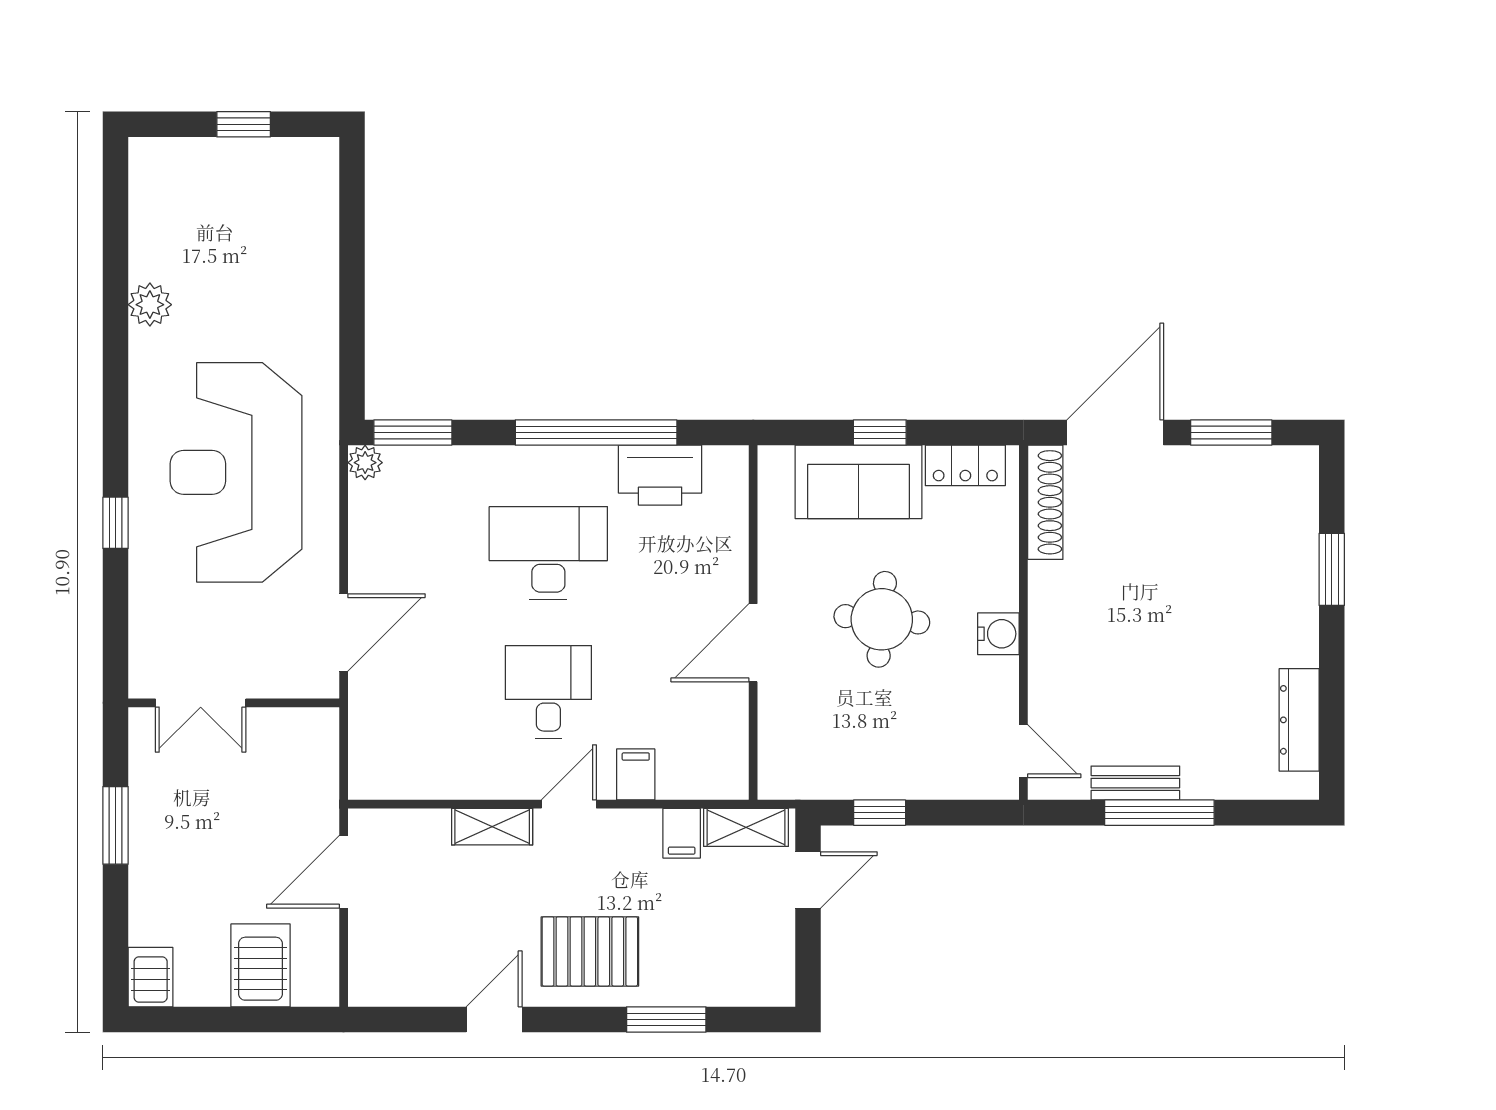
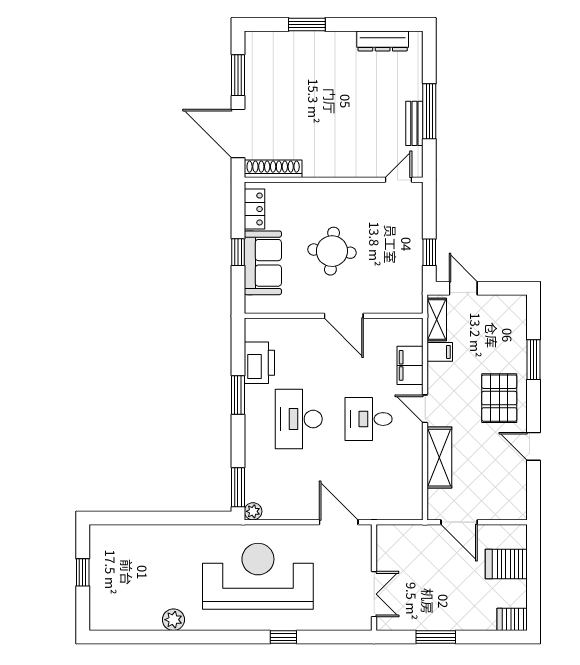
window: (596, 433) -> (238, 395), width x0.47
reception desk: (236, 472) -> (258, 576), turned 180
water cooler: (998, 634) -> (339, 192), removed
filing cabinet: (636, 774) -> (410, 365), width x2.00
shelving: (492, 827) -> (439, 458), width x1.50, depth x1.33

